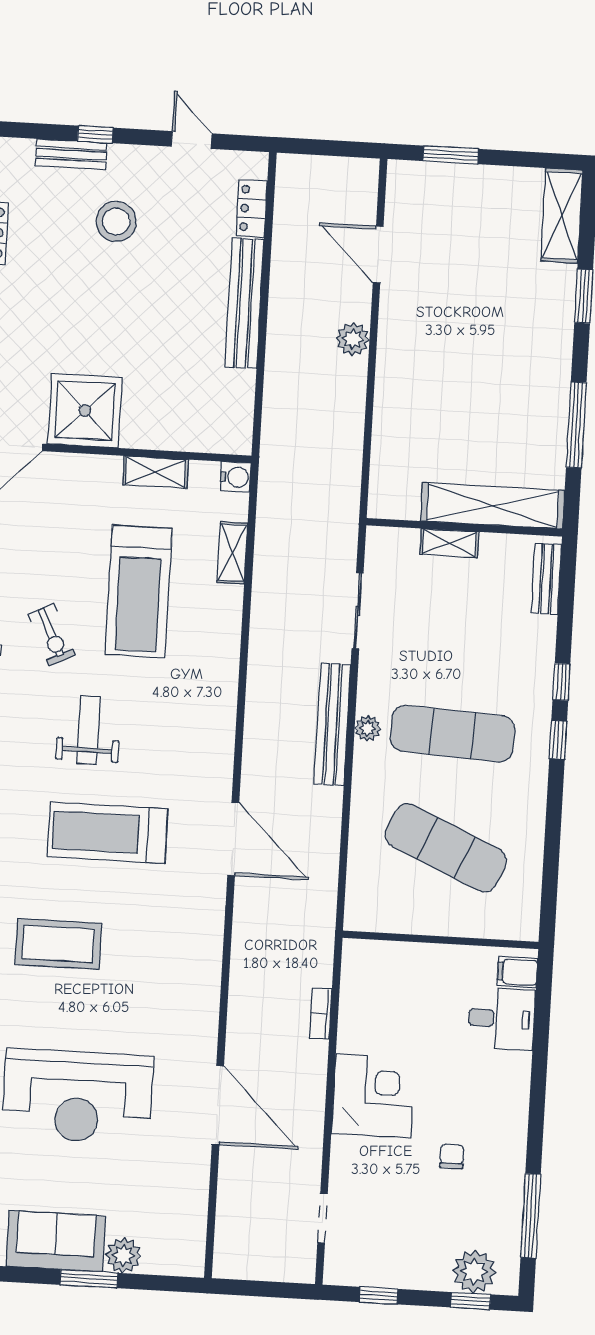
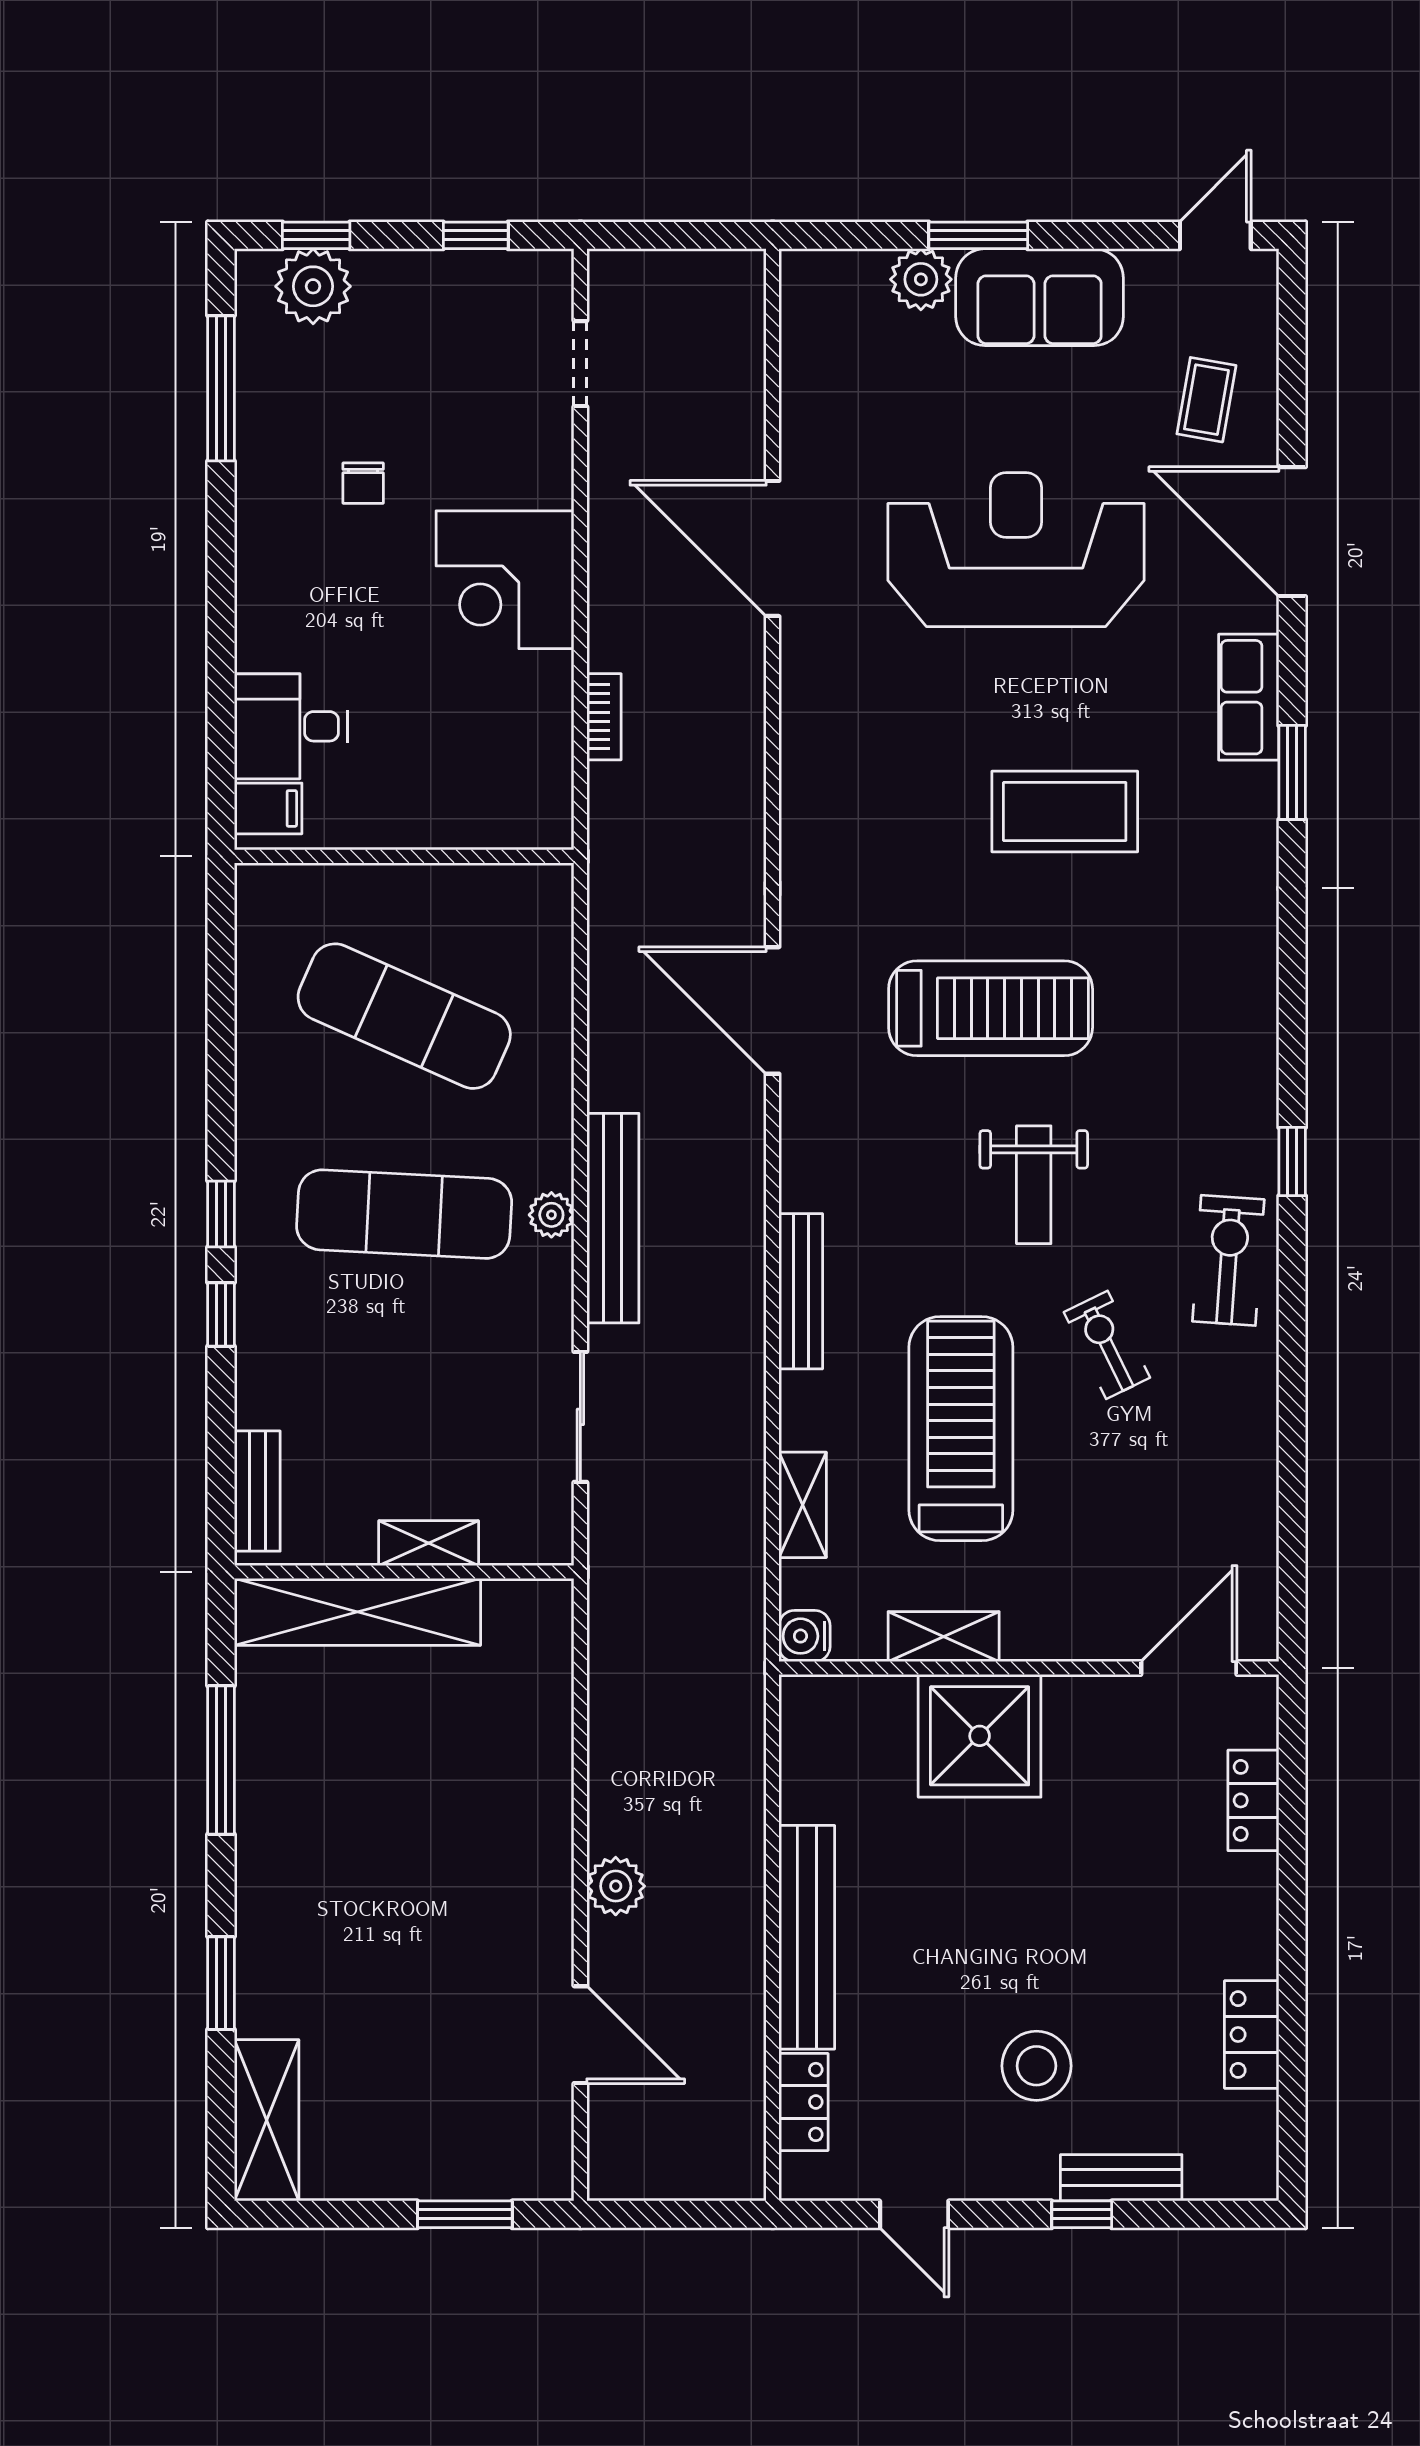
shower: (85, 411) -> (980, 1736), moved
bench: (226, 676) -> (801, 1291), added

